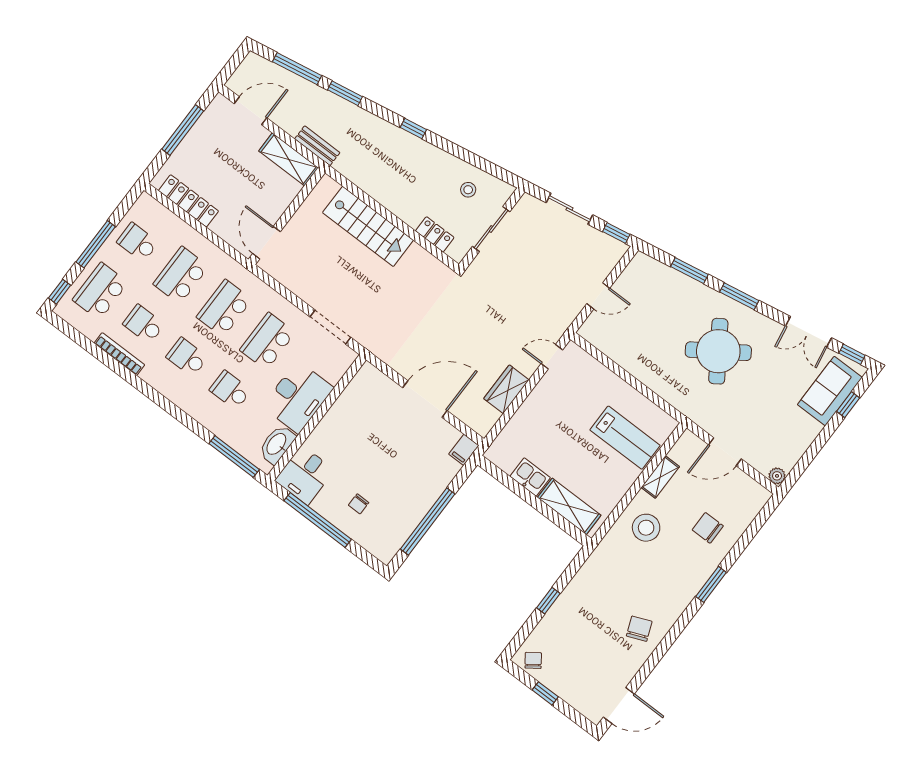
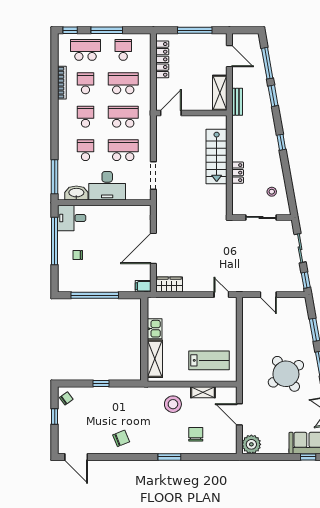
locker: (435, 234) -> (238, 173), moved
wardrobe: (506, 389) -> (169, 285), moved
door: (425, 399) -> (153, 248), swing flipped
lab bench: (625, 438) -> (209, 360), turned -90
plant: (777, 476) -> (251, 444), width x1.87, depth x1.87

